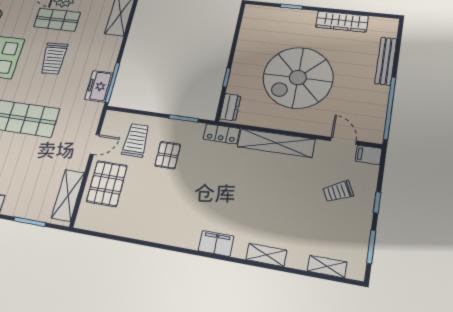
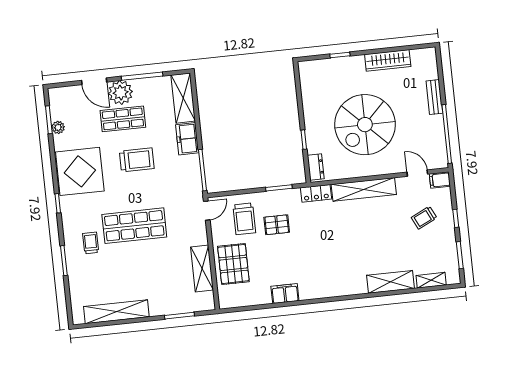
trolley: (54, 58) -> (137, 160), turned -87
bench: (386, 61) -> (434, 97), width x0.73
freezer: (99, 86) -> (187, 139), moved
trolley: (136, 140) -> (244, 219), turned 180
door: (95, 144) -> (207, 211), moved
pallet: (168, 155) -> (277, 225), turned 90
shelving: (68, 195) -> (202, 268), moved
filing cabinet: (216, 243) -> (285, 294), moved
shelving: (266, 255) -> (391, 282), width x1.50, depth x1.33

